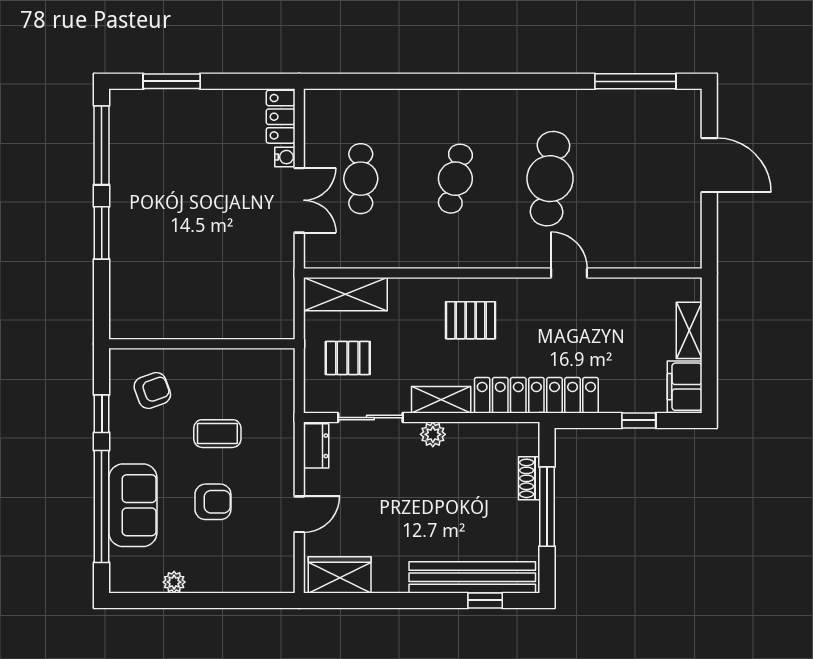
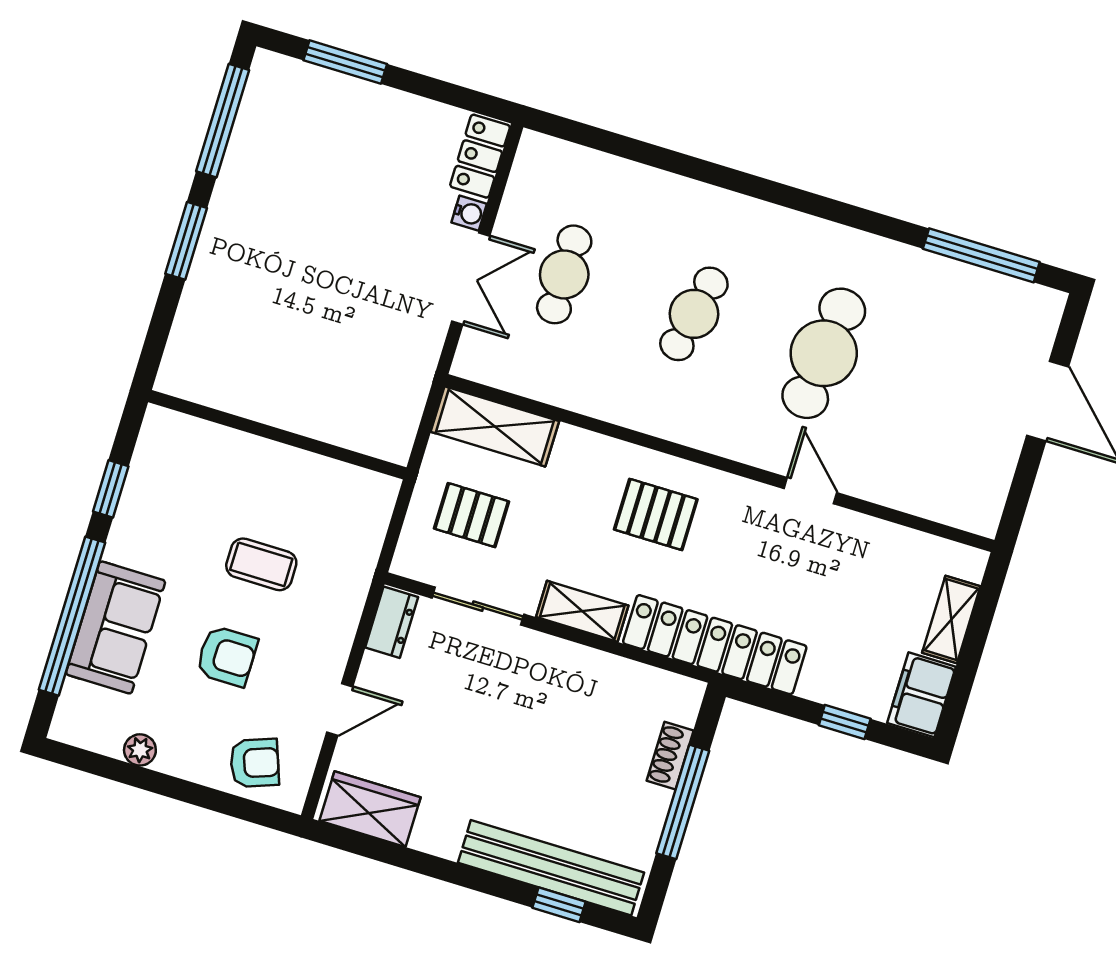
armchair: (152, 390) -> (255, 763), moved
plant: (433, 434) -> (556, 655), removed

